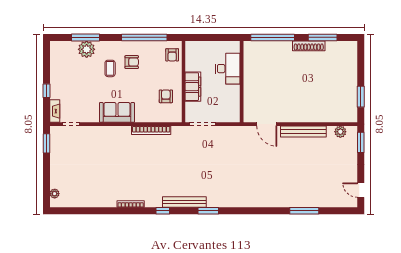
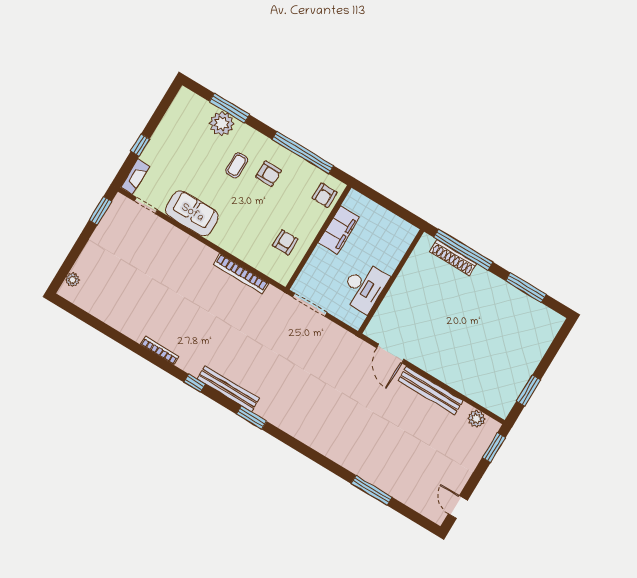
shoe rack: (309, 46) -> (453, 258), moved
desk: (228, 69) -> (364, 287), moved
filing cabinet: (193, 87) -> (339, 230), moved
sofa: (117, 112) -> (192, 213), moved

